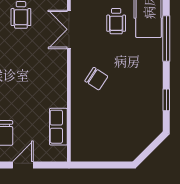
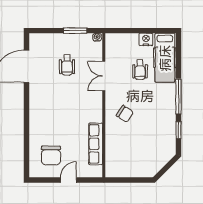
window: (166, 39) -> (178, 96), moved
row of seats: (58, 127) -> (96, 144), width x1.48

